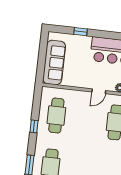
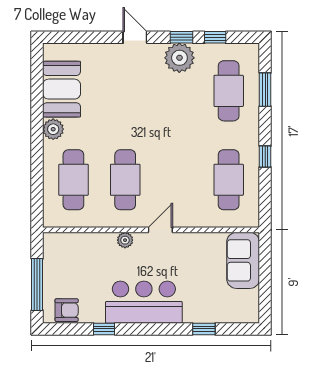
sofa: (54, 63) -> (243, 260), width x0.73

